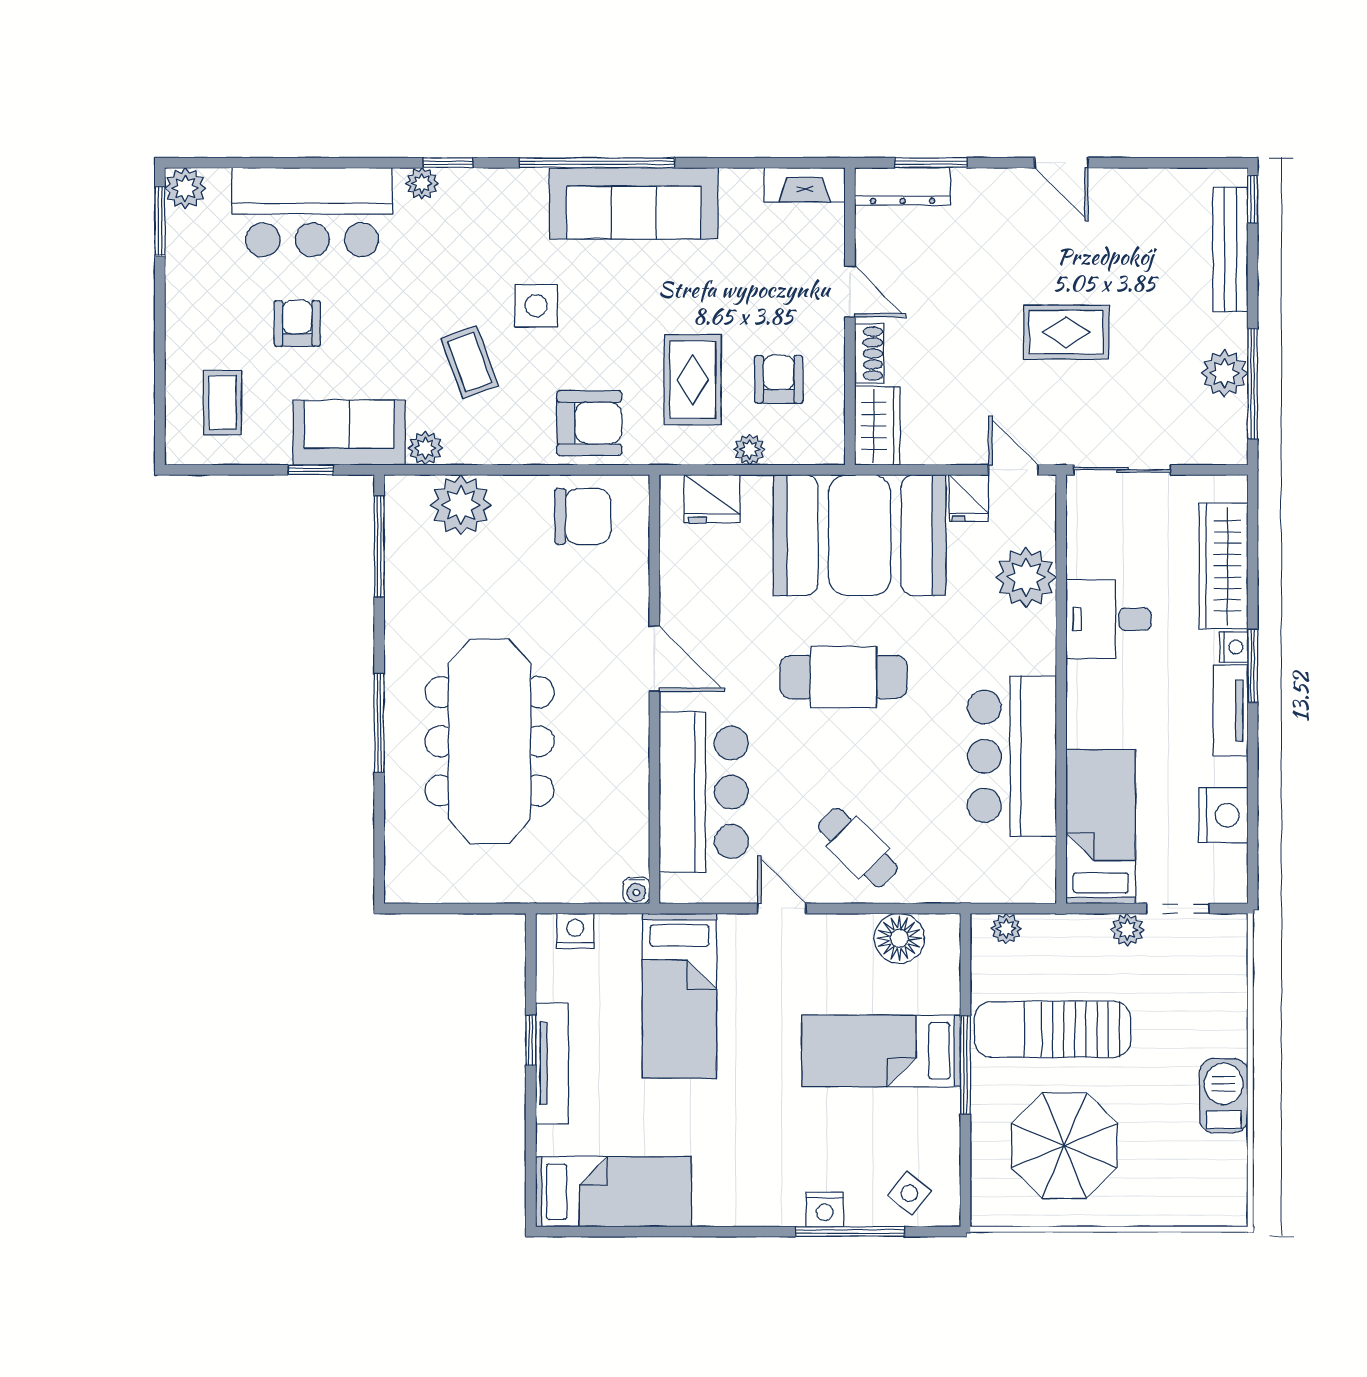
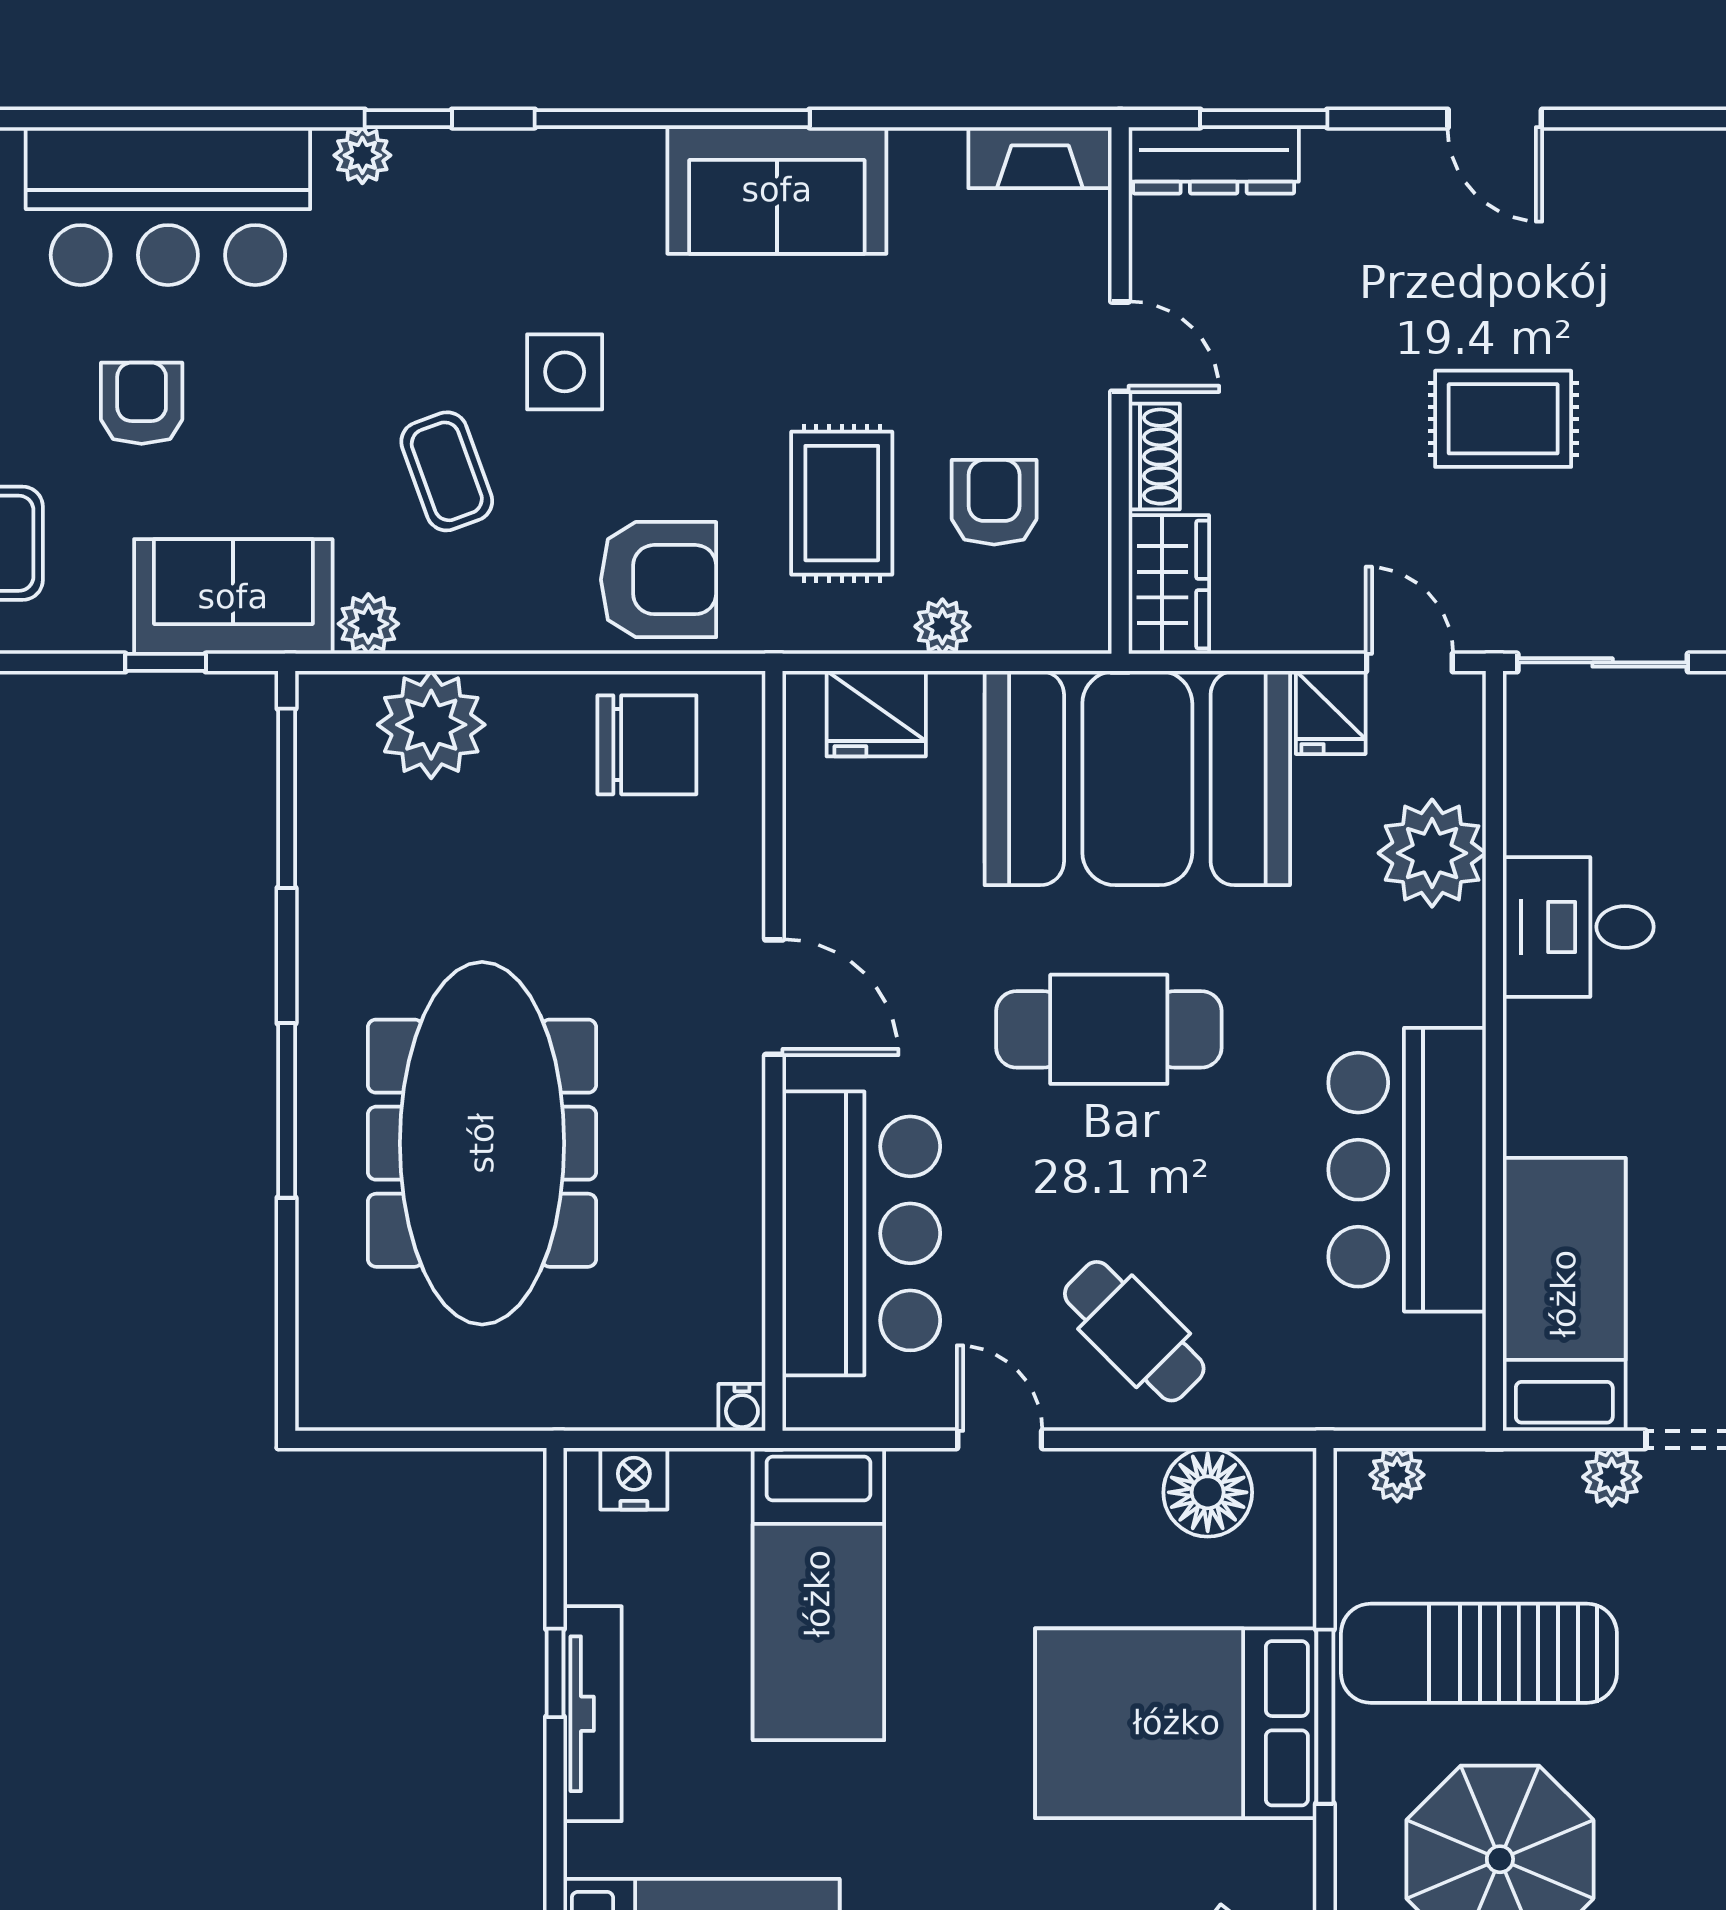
sofa: (634, 203) -> (777, 190), width x0.73
bed: (881, 1051) -> (1176, 1723), width x1.50

